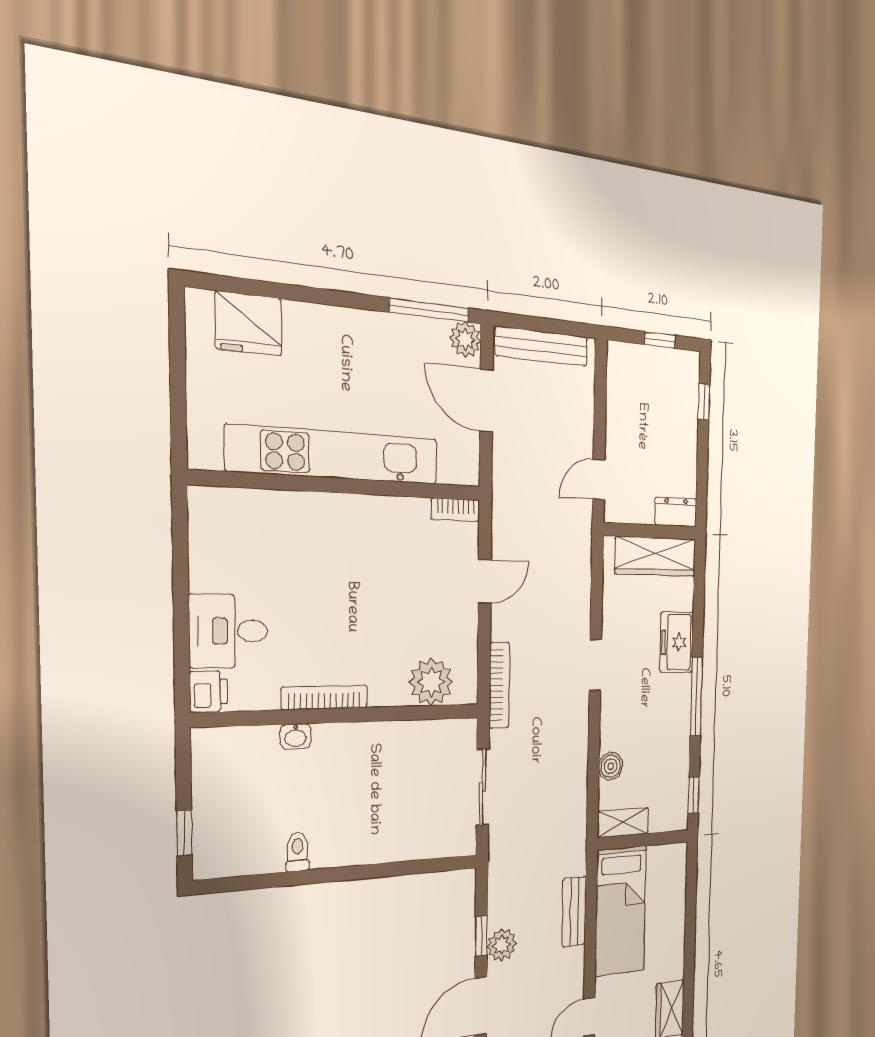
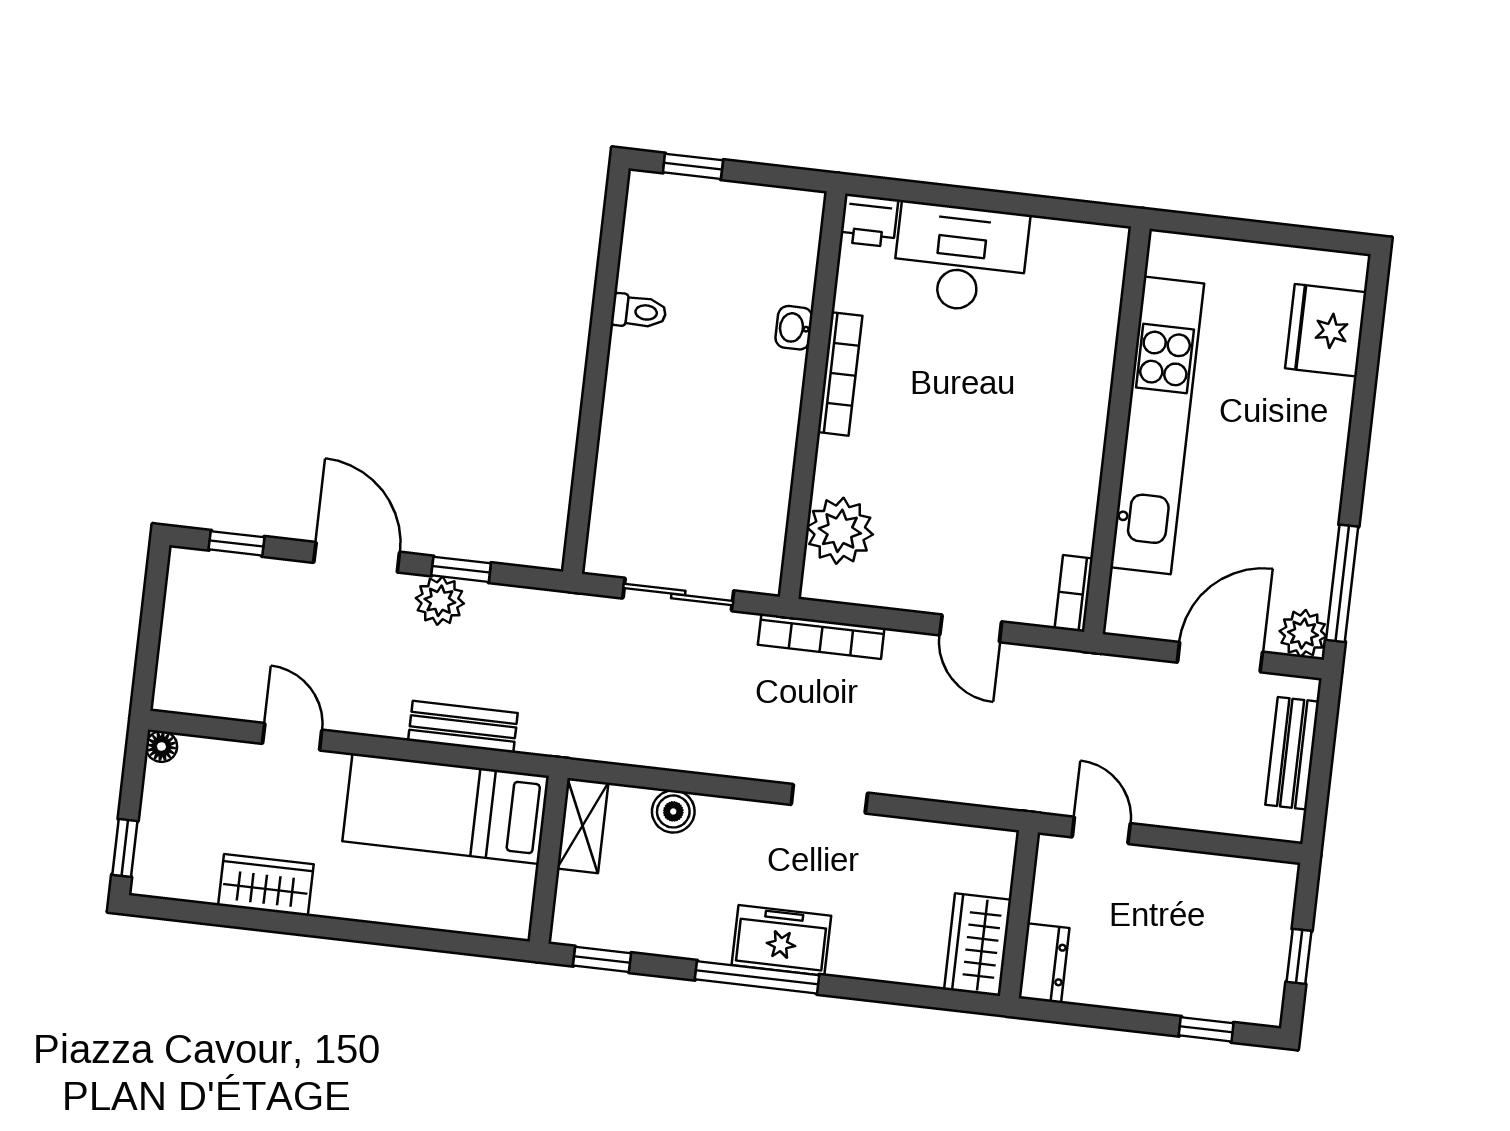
bench: (542, 346) -> (1292, 753), width x0.73
wardrobe: (656, 556) -> (978, 945), width x0.67
desk: (228, 631) -> (960, 258), width x1.37
freezer: (677, 642) -> (781, 940), moved

